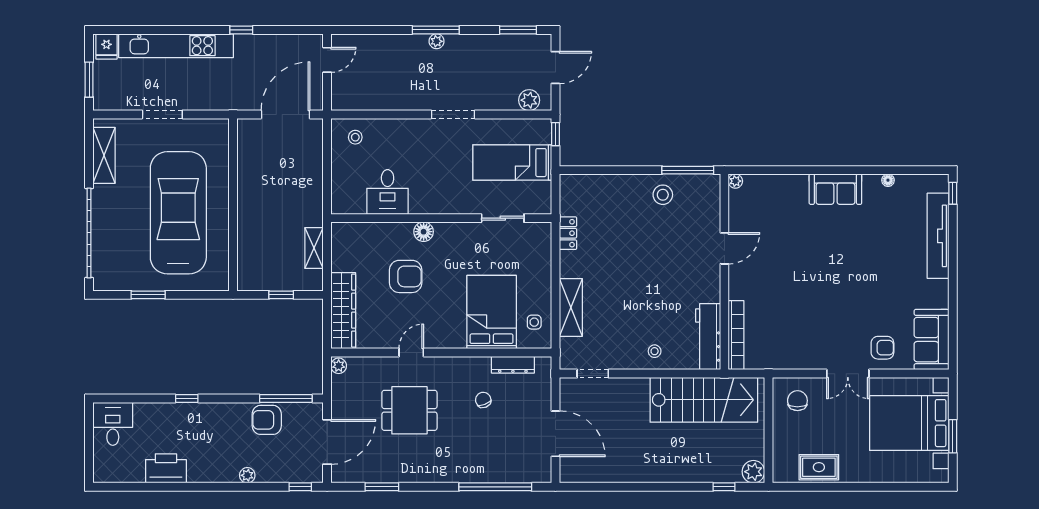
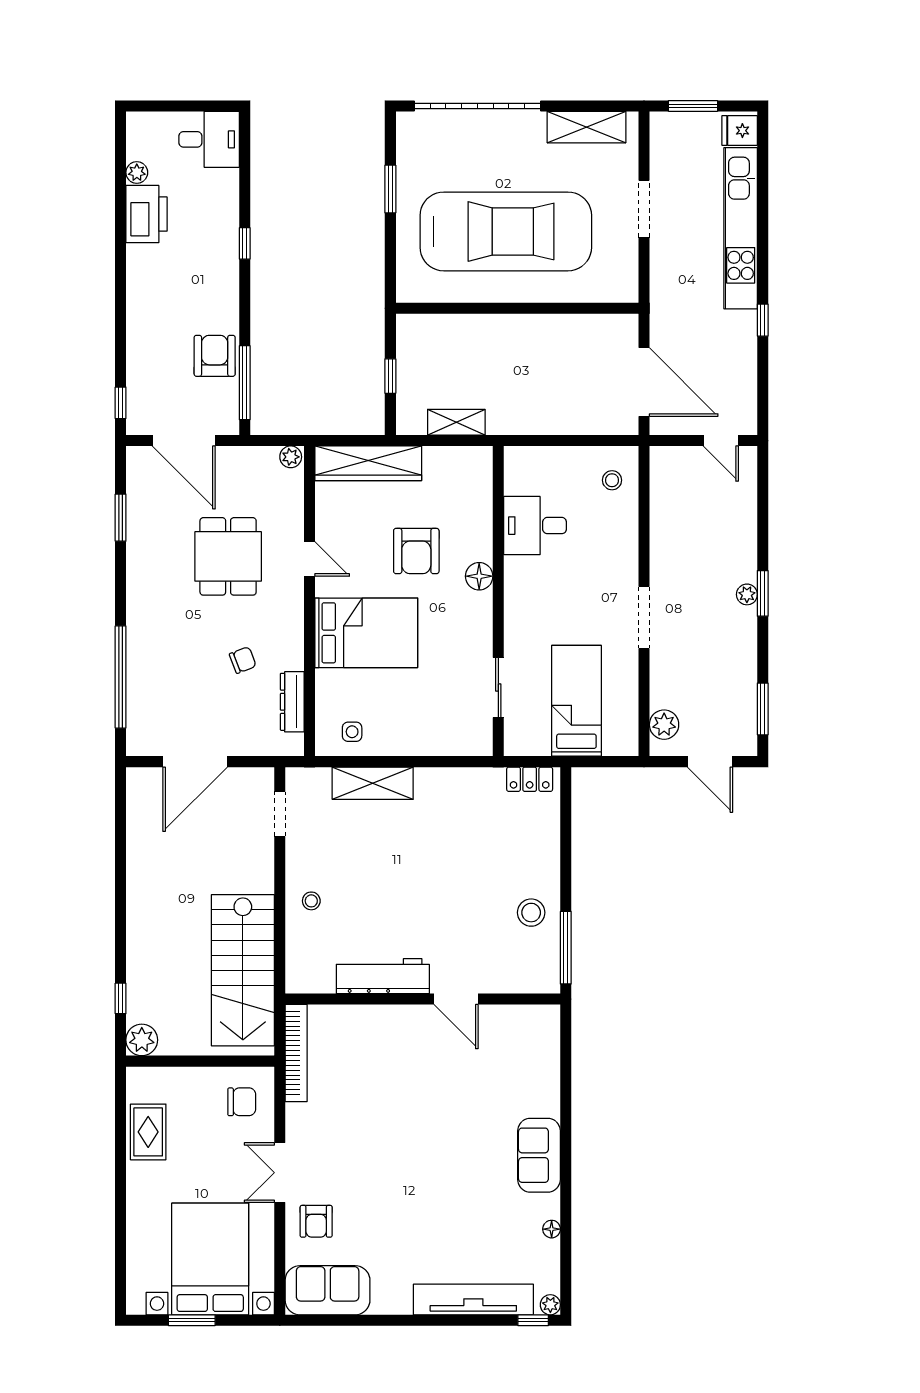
window: (436, 30) -> (763, 593), width x0.69
window: (555, 134) -> (616, 762), removed
plant: (735, 181) -> (550, 1305), moved
locker: (568, 233) -> (530, 779), moved
bed: (492, 312) -> (366, 633), moved
bookcase: (736, 335) -> (296, 1053), moved, turned -90
workbench: (708, 337) -> (383, 976), moved
plant: (247, 475) -> (137, 172), moved

